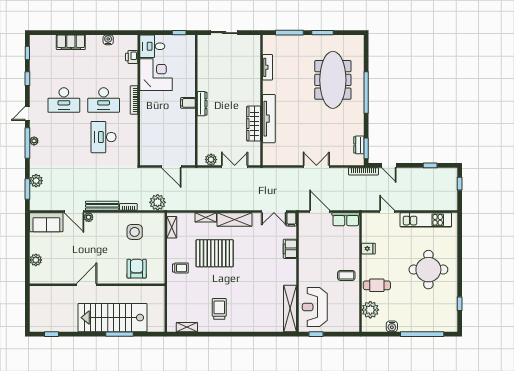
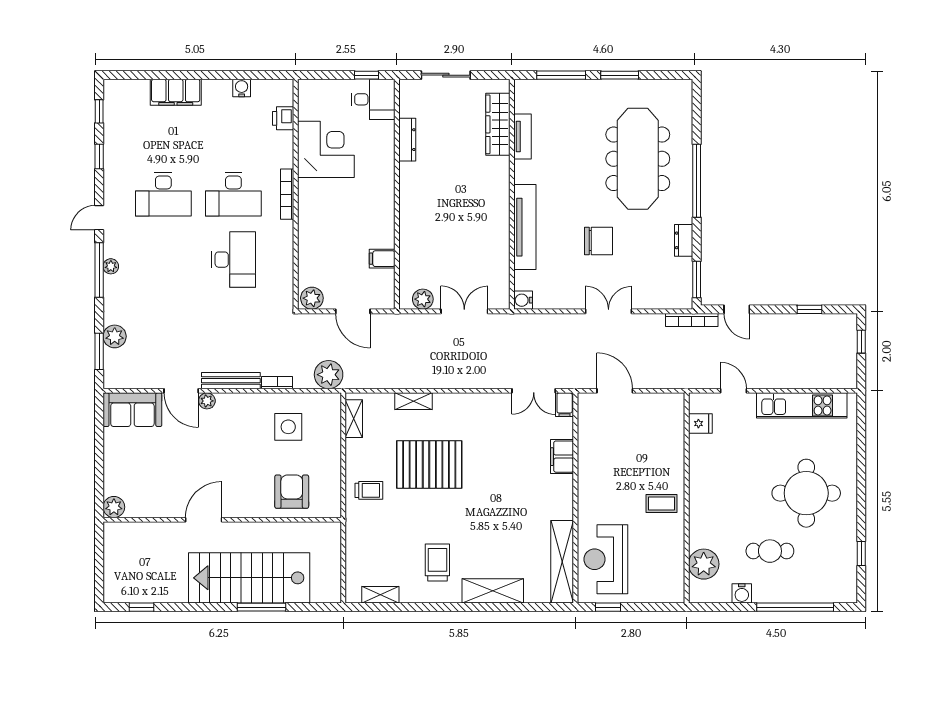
desk: (152, 46) -> (373, 99), moved, turned 180
filing cabinet: (188, 103) -> (382, 259), moved
dresser: (202, 104) -> (407, 140), moved
wardrobe: (254, 124) -> (498, 124), moved
chair: (311, 127) -> (599, 241), added
desk: (104, 137) -> (233, 260), turned 180
dresser: (359, 145) -> (684, 240), moved
plant: (148, 159) -> (312, 298), added
water cooler: (268, 160) -> (523, 300), added
row of seats: (346, 219) -> (660, 404), removed
shelving: (235, 220) -> (493, 591), moved
fridge: (368, 249) -> (700, 424), moved
plant: (36, 260) -> (114, 507), moved
cafe table: (377, 285) -> (770, 551), moved

